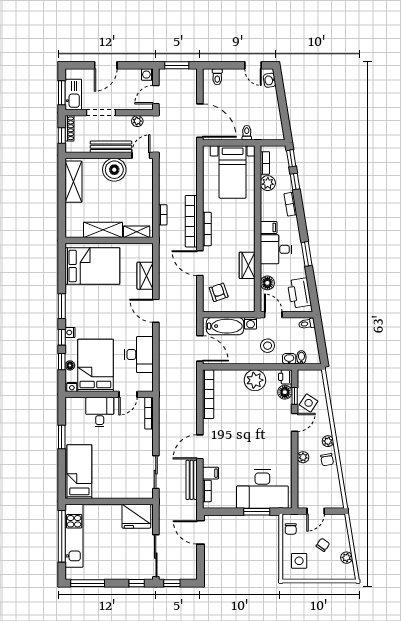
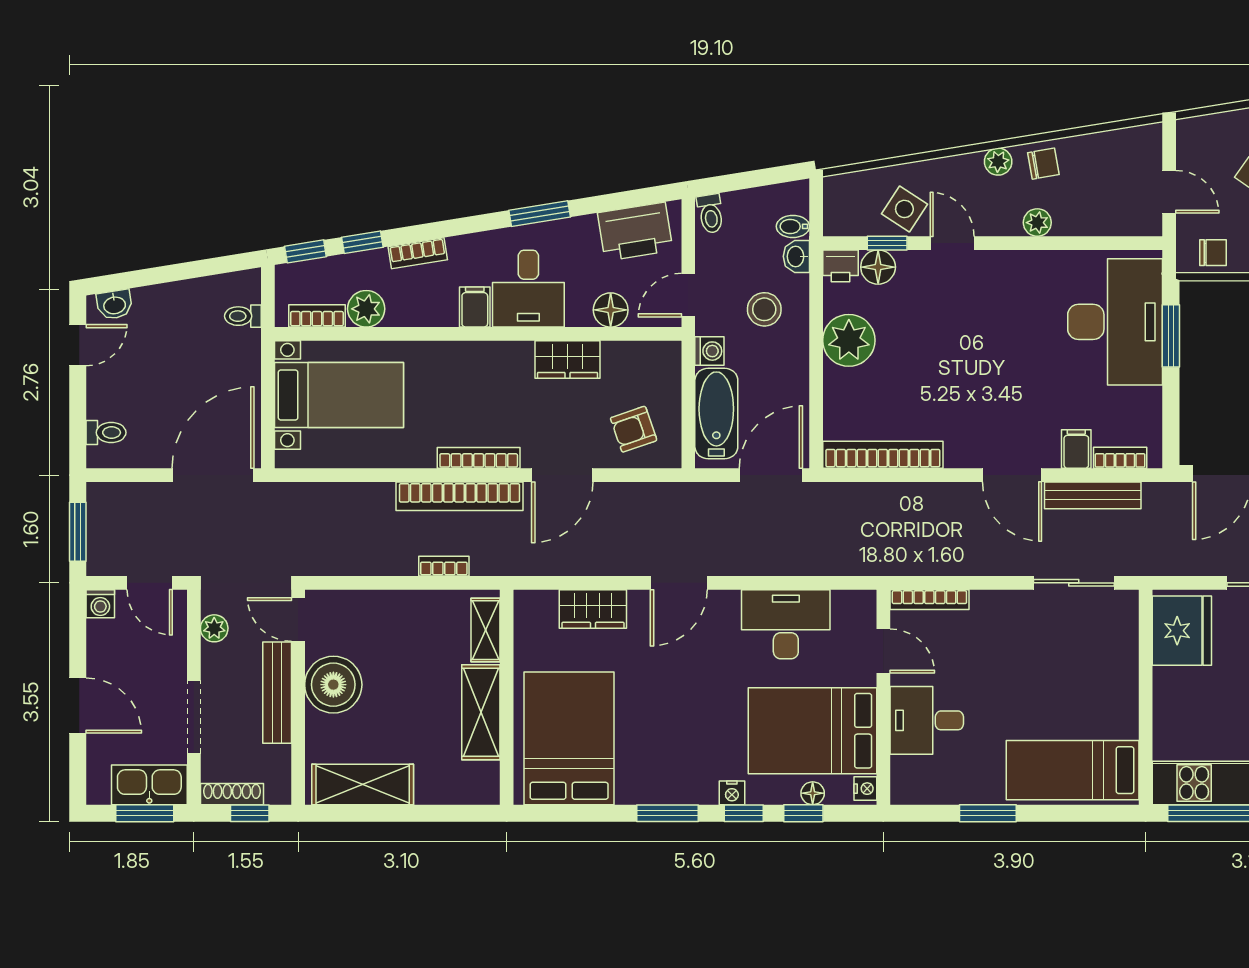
toilet: (247, 133) -> (243, 316), moved

